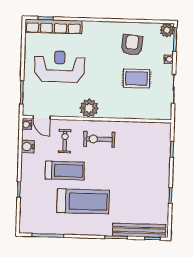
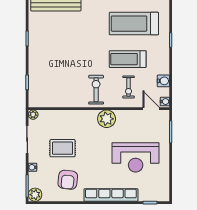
row of seats: (53, 26) -> (111, 195), moved
plant: (167, 115) -> (33, 115), added
exercise bike: (99, 139) -> (96, 90), turned -90
treadmill: (83, 201) -> (134, 24), moved

